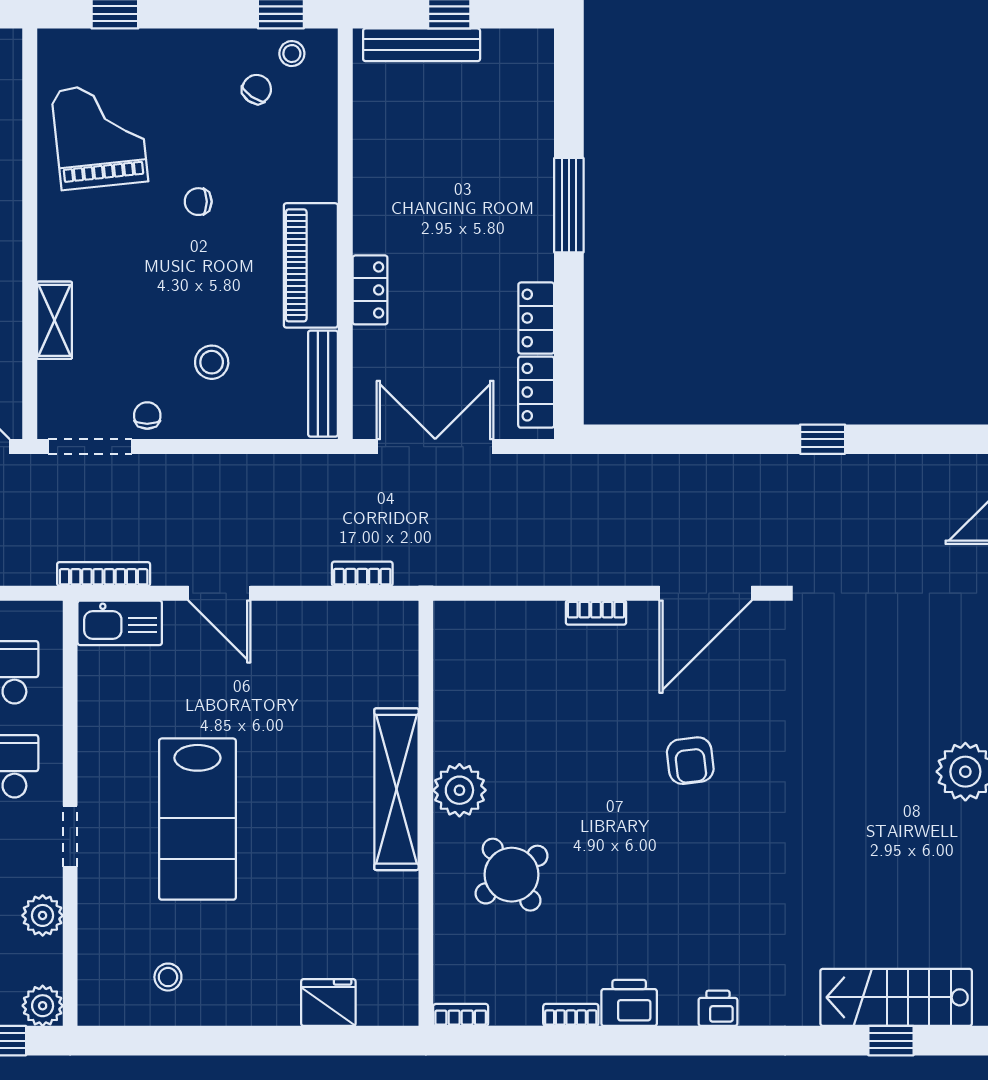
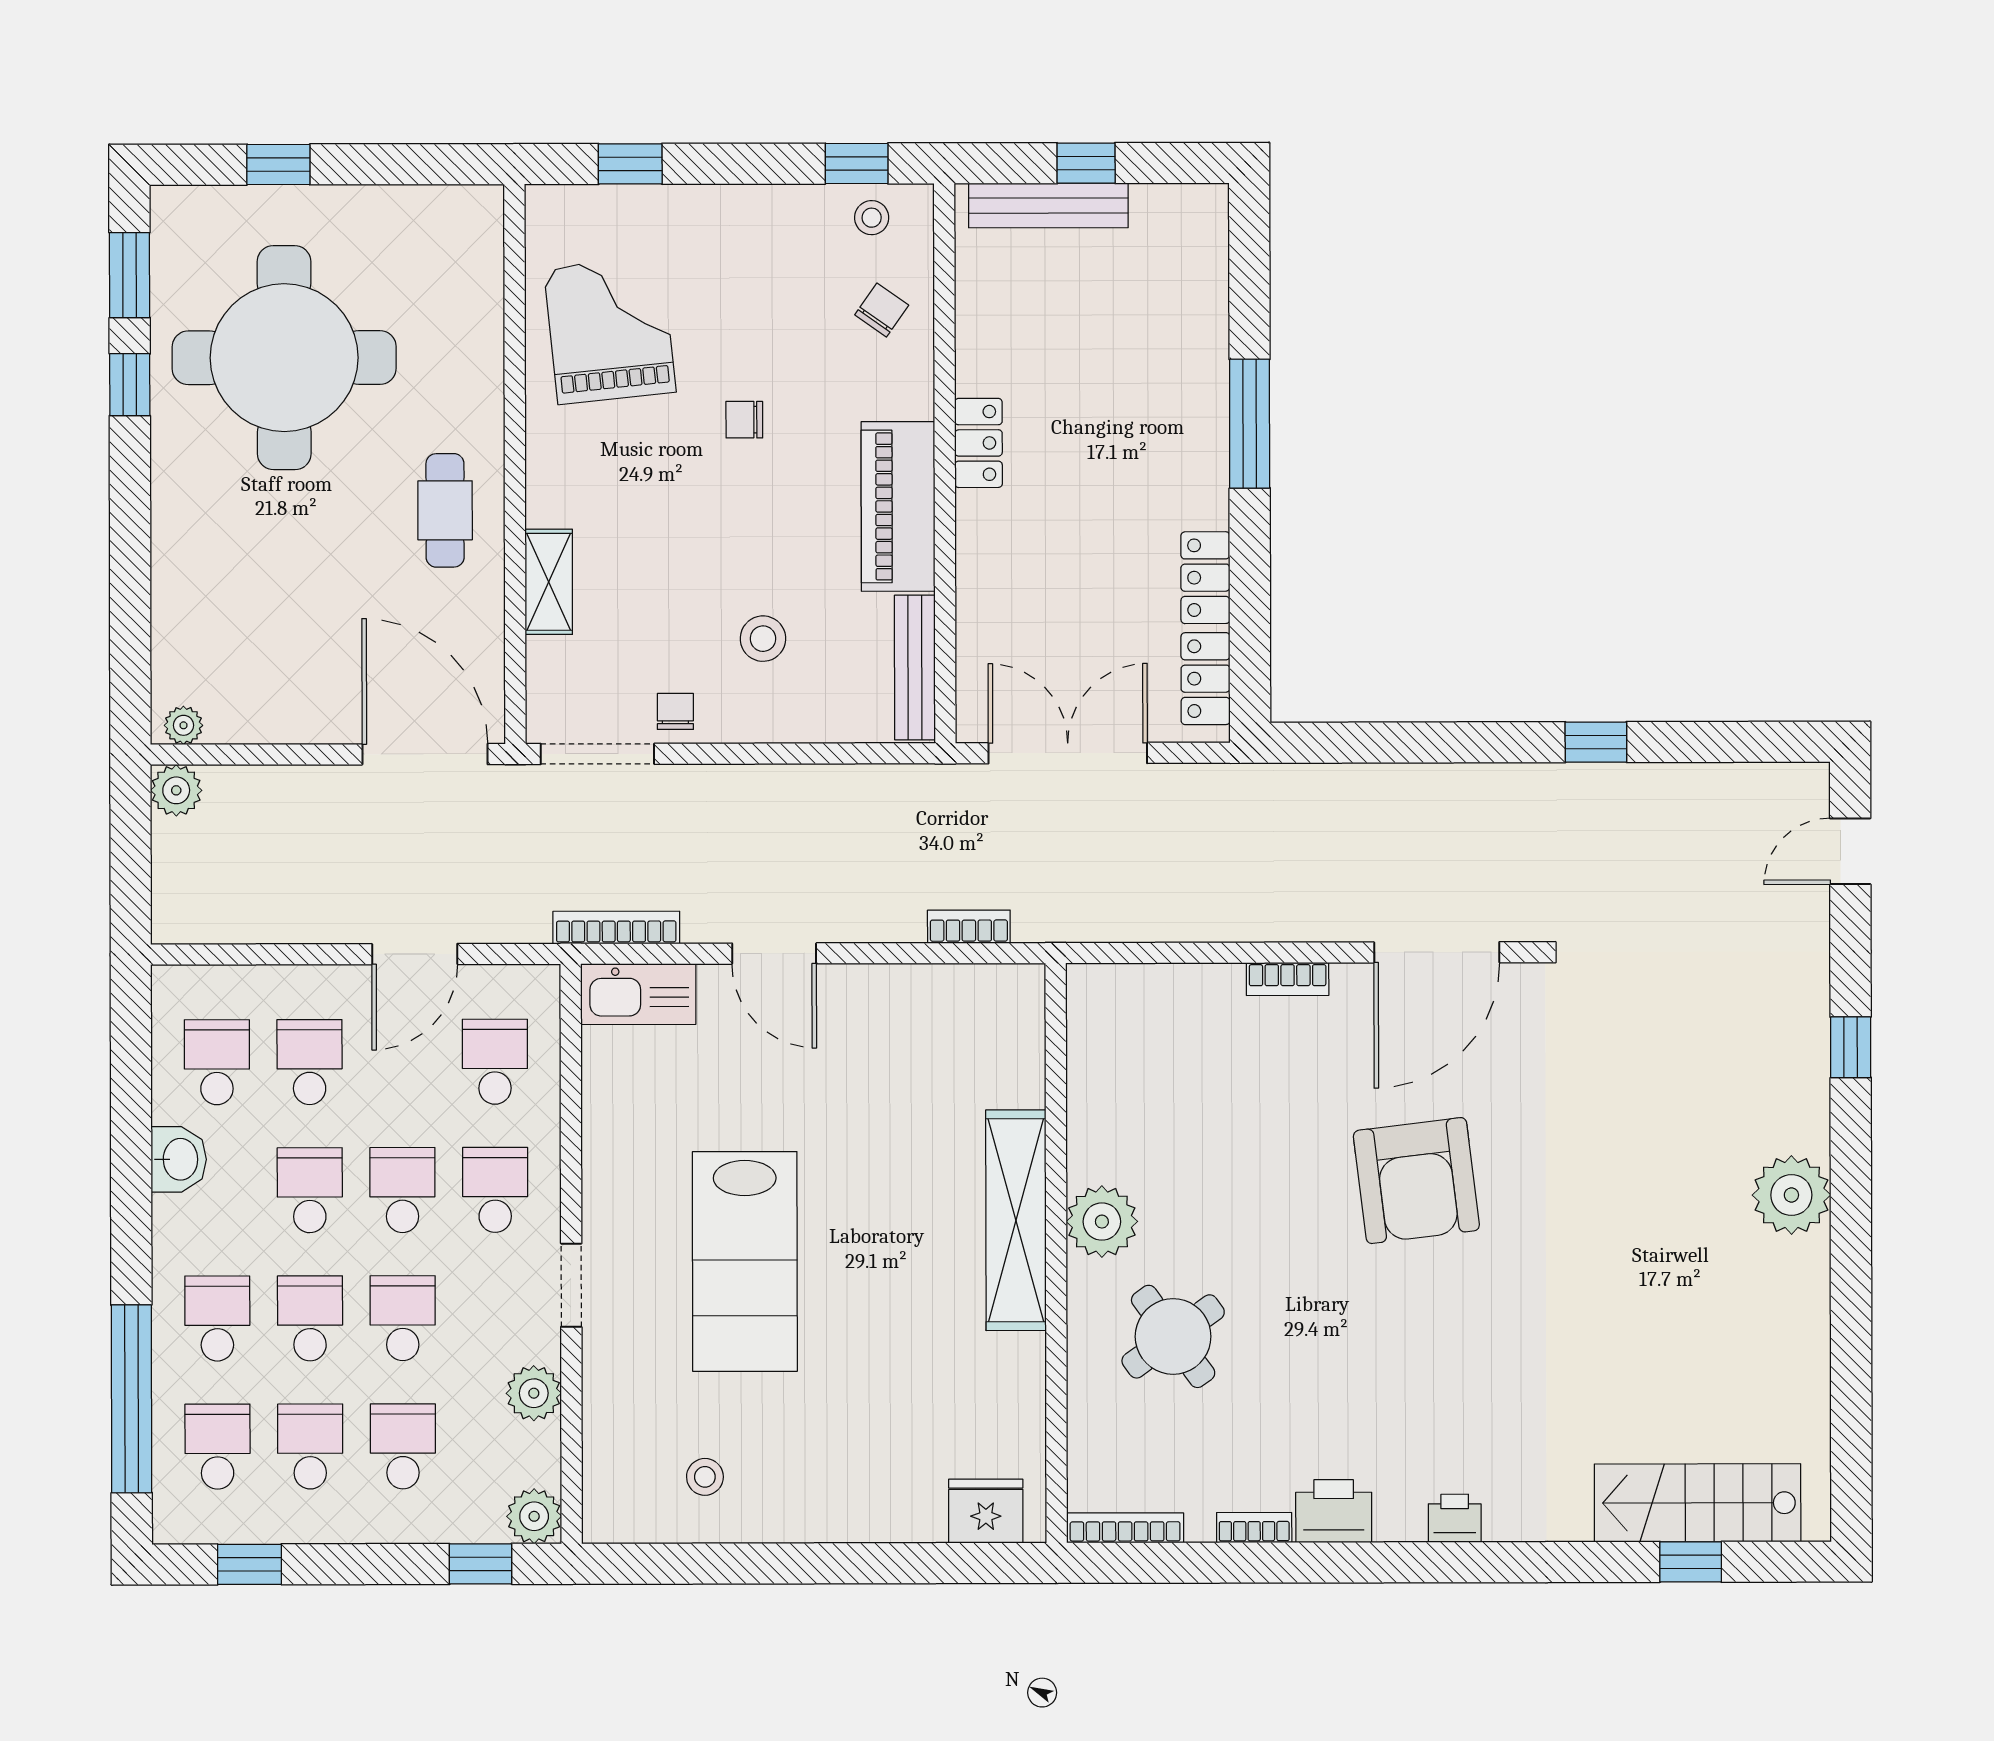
chair: (257, 89) -> (882, 310), moved
locker: (370, 290) -> (978, 443), moved
armchair: (690, 761) -> (1416, 1181), width x1.88, depth x1.88
fridge: (328, 1002) -> (986, 1511), moved
bookcase: (461, 1015) -> (1125, 1528), width x1.56

